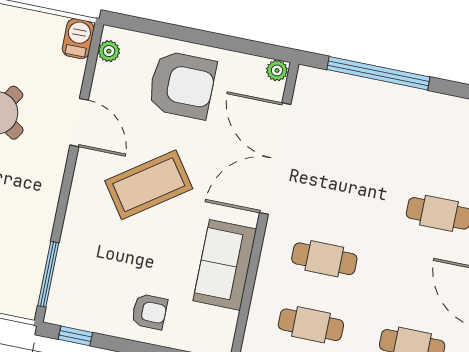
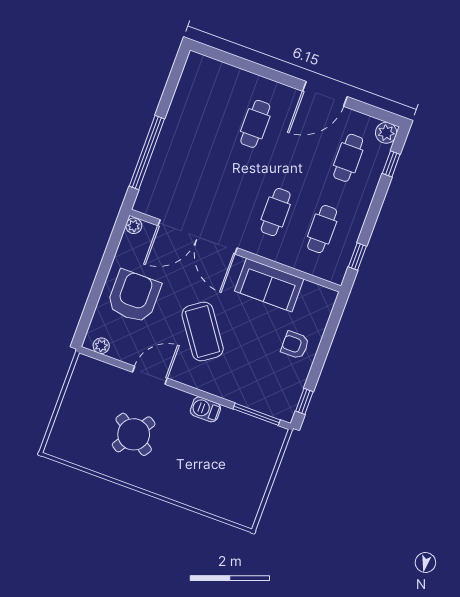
barbecue: (78, 39) -> (205, 409), moved
armchair: (149, 312) -> (295, 345), turned -90

